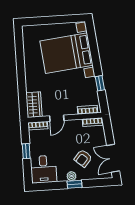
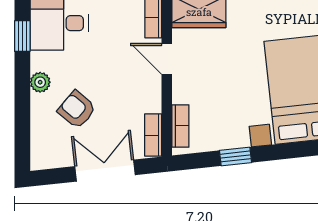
double door: (113, 158) -> (105, 171), moved
window: (75, 184) -> (22, 36), moved

